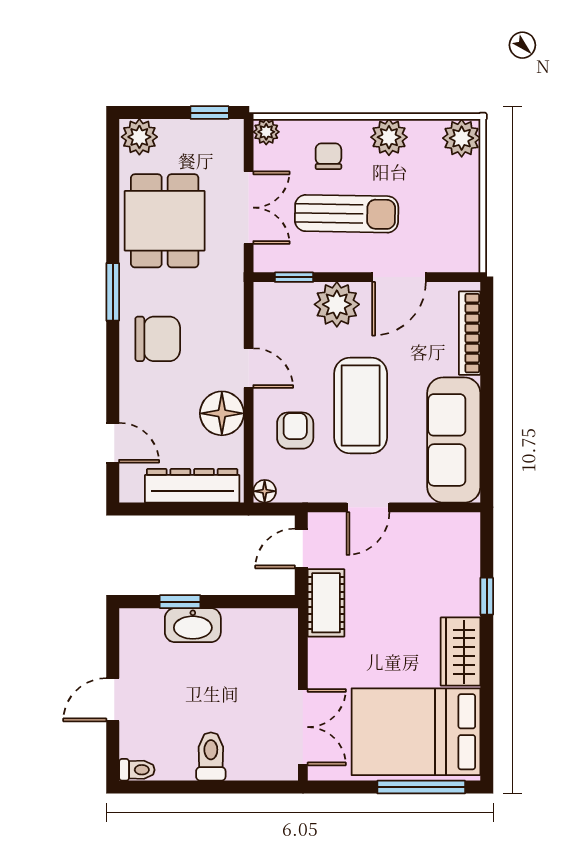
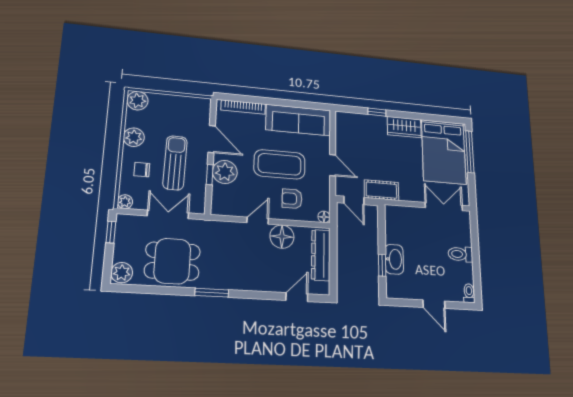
window: (294, 277) -> (210, 175), moved
chair: (158, 339) -> (240, 269), removed

